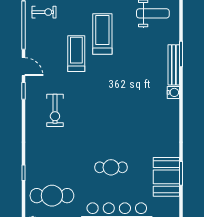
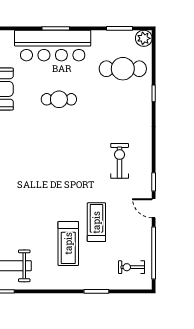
treadmill: (76, 54) -> (96, 222), turned 180

